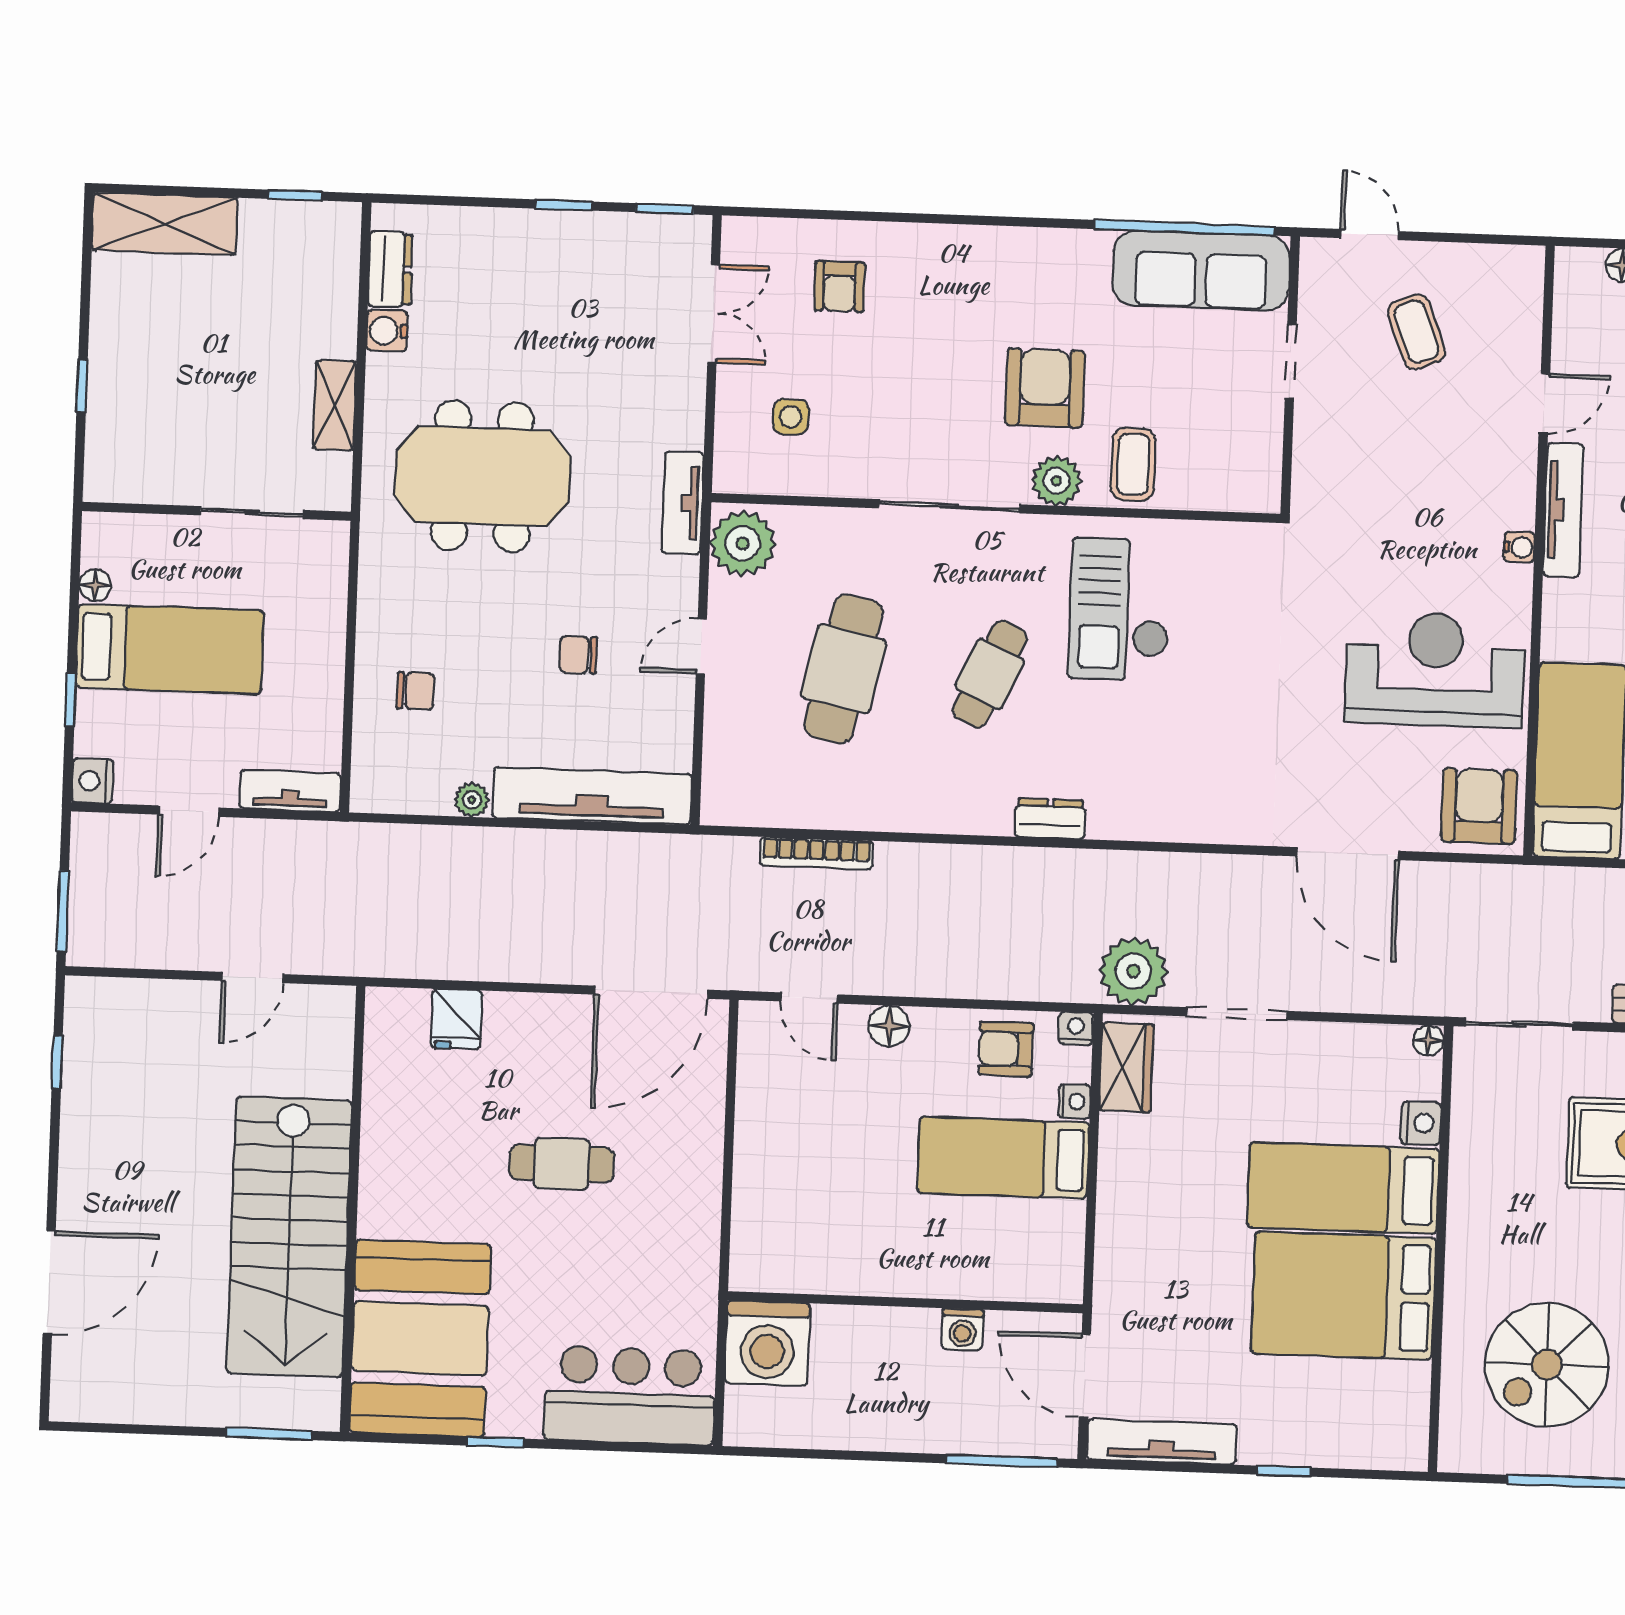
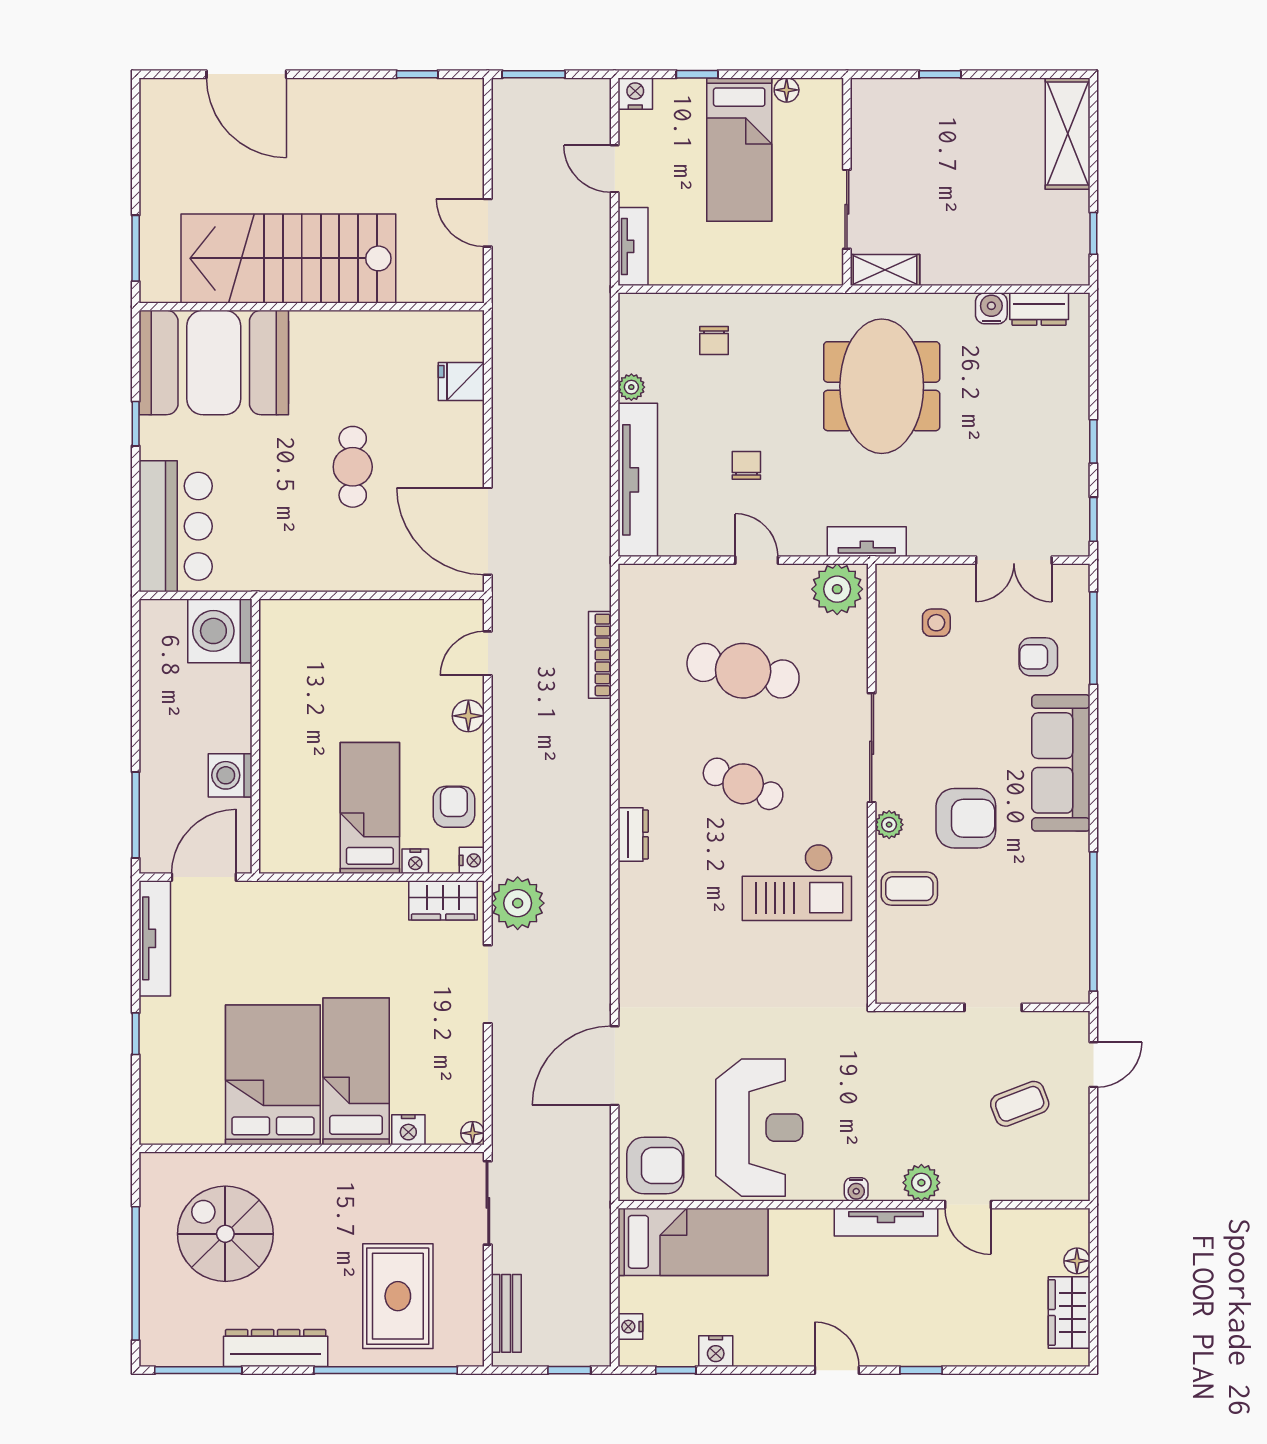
window: (818, 214) -> (1093, 638), added
sofa: (1201, 271) -> (1061, 763), moved
shelving: (335, 405) -> (885, 270), moved
plant: (1514, 463) -> (921, 1183), added
plant: (1056, 481) -> (889, 825), width x0.73, depth x0.73
checkout: (1120, 609) -> (797, 882), turned 180
washing machine: (962, 1329) -> (230, 775), width x1.38, depth x1.38

